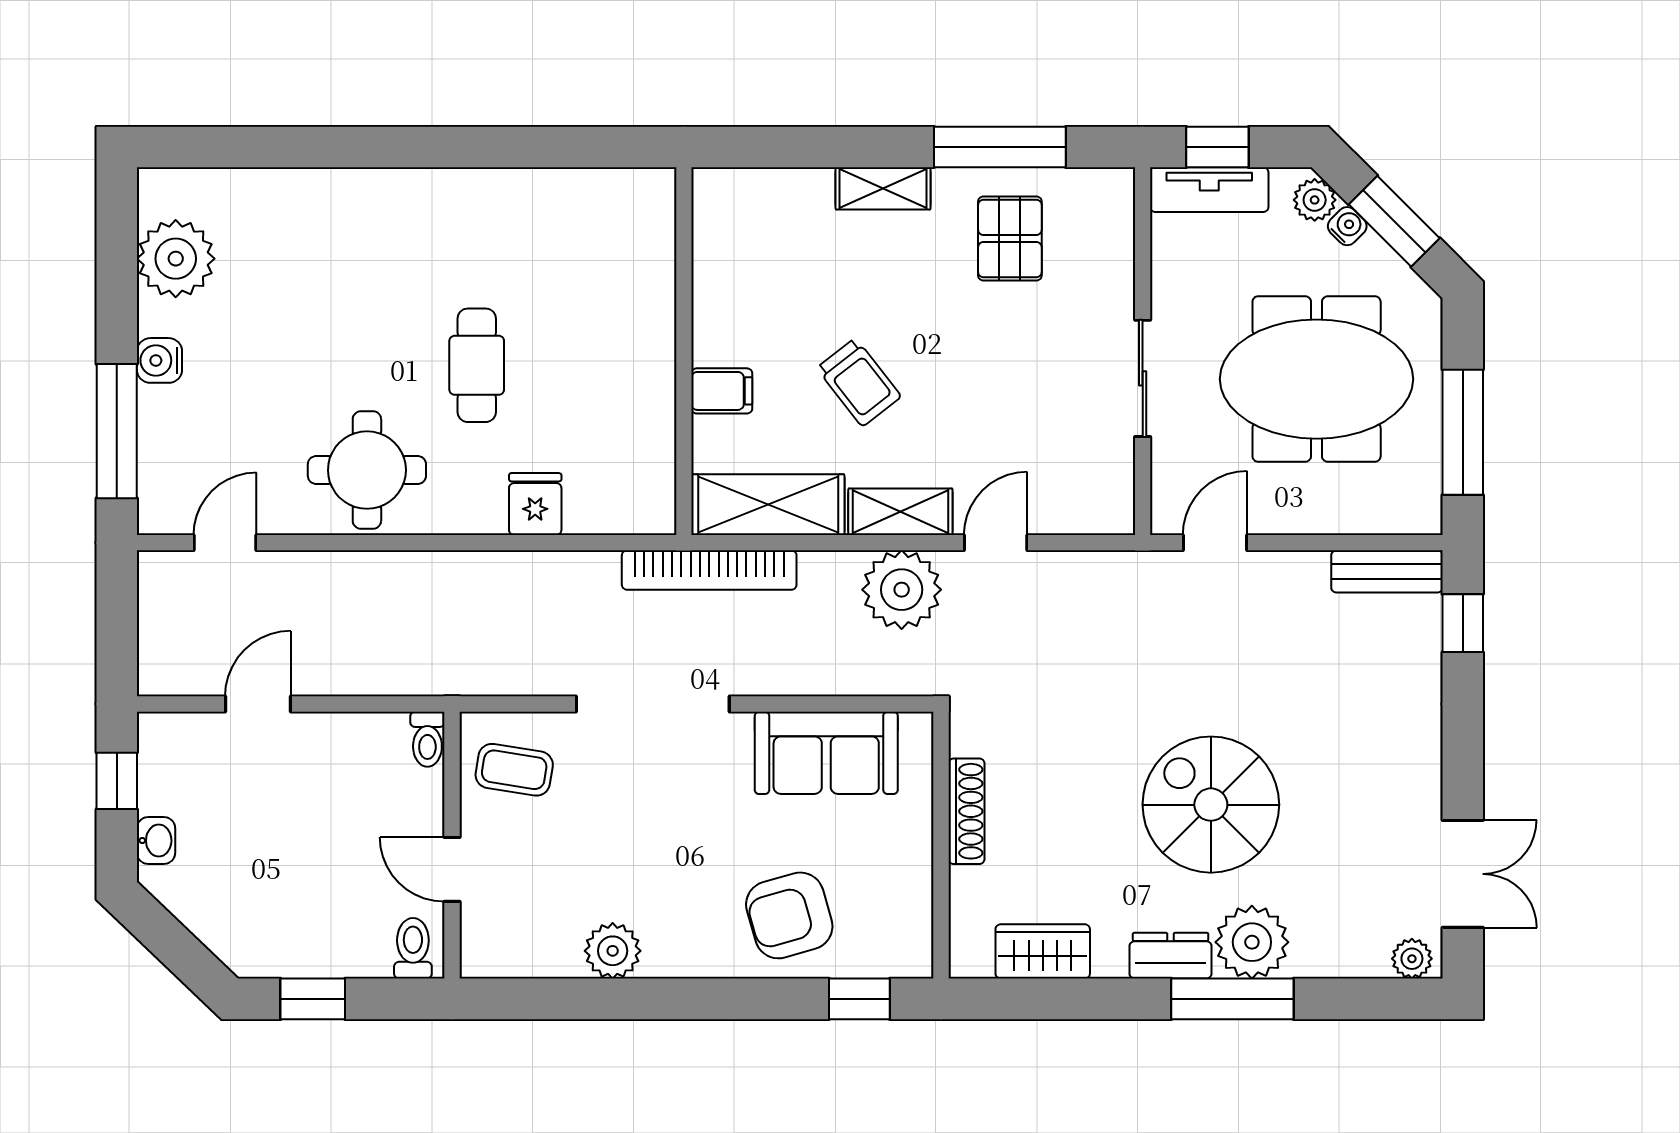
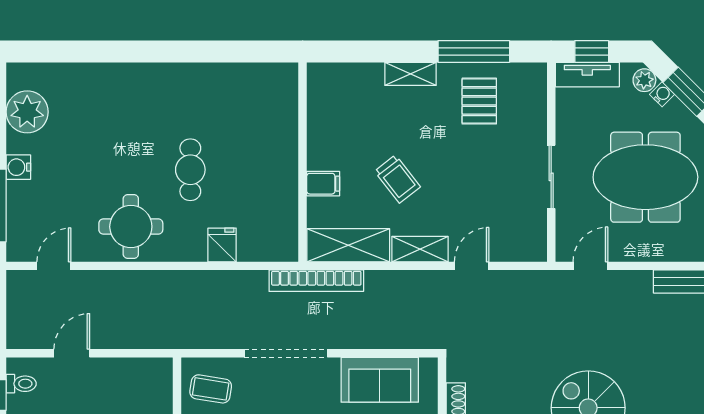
plant: (902, 590) -> (421, 291), removed
toilet: (427, 739) -> (21, 384), moved, turned -90

